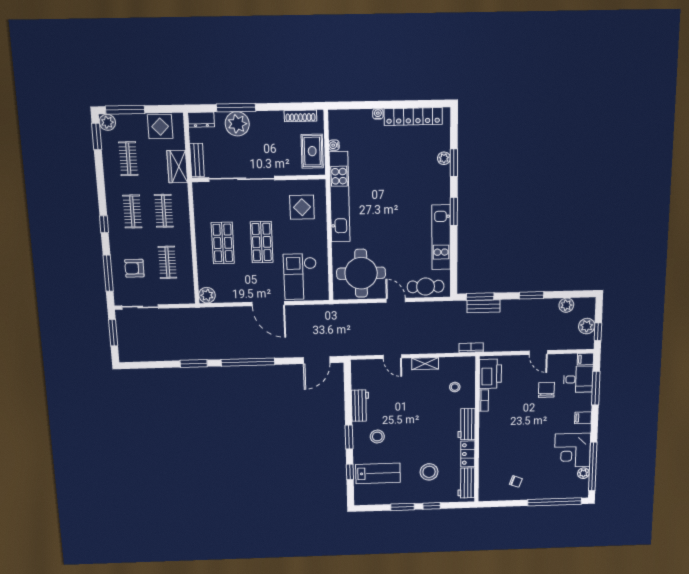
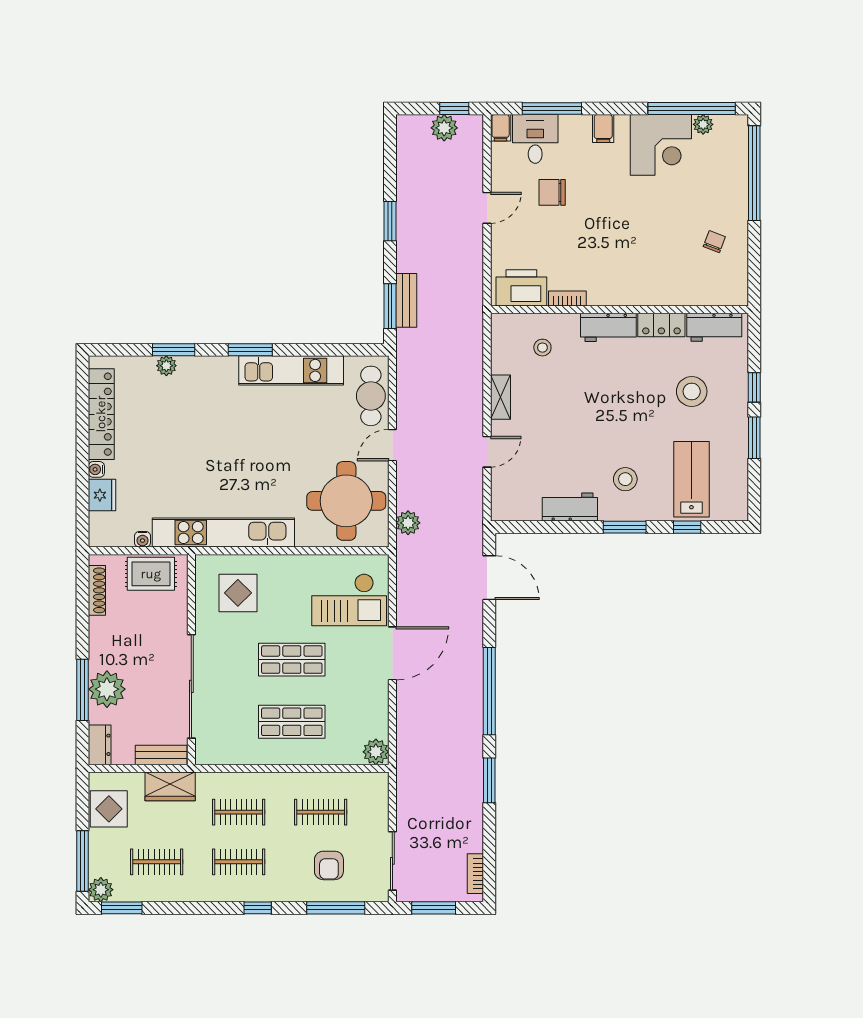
fridge: (362, 118) -> (102, 495), added
plant: (566, 305) -> (408, 523), moved
bookcase: (471, 348) -> (475, 874), moved

